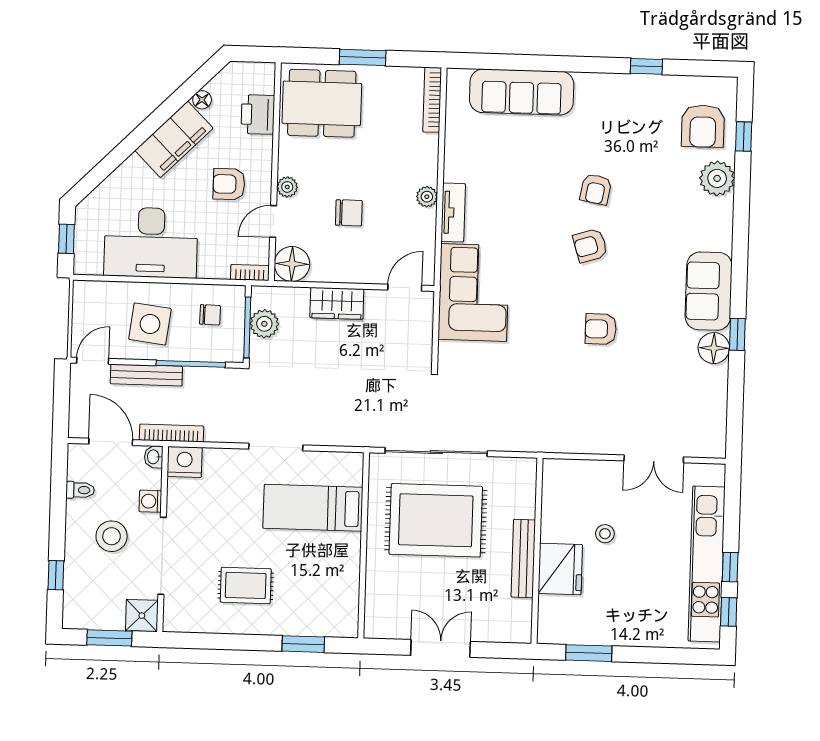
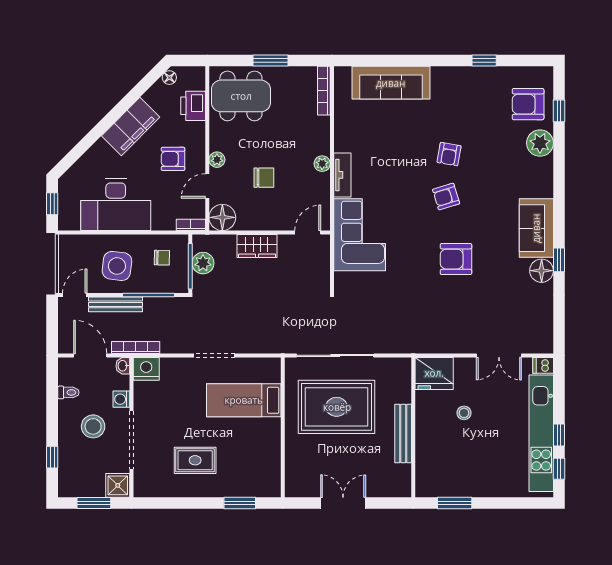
floor lamp: (202, 100) -> (169, 78), moved
armchair: (703, 126) -> (528, 104), turned 90
armchair: (601, 329) -> (456, 259), width x1.38, depth x1.38
dishwasher: (712, 474) -> (543, 365), added
fridge: (560, 569) -> (434, 373), moved, turned 90

